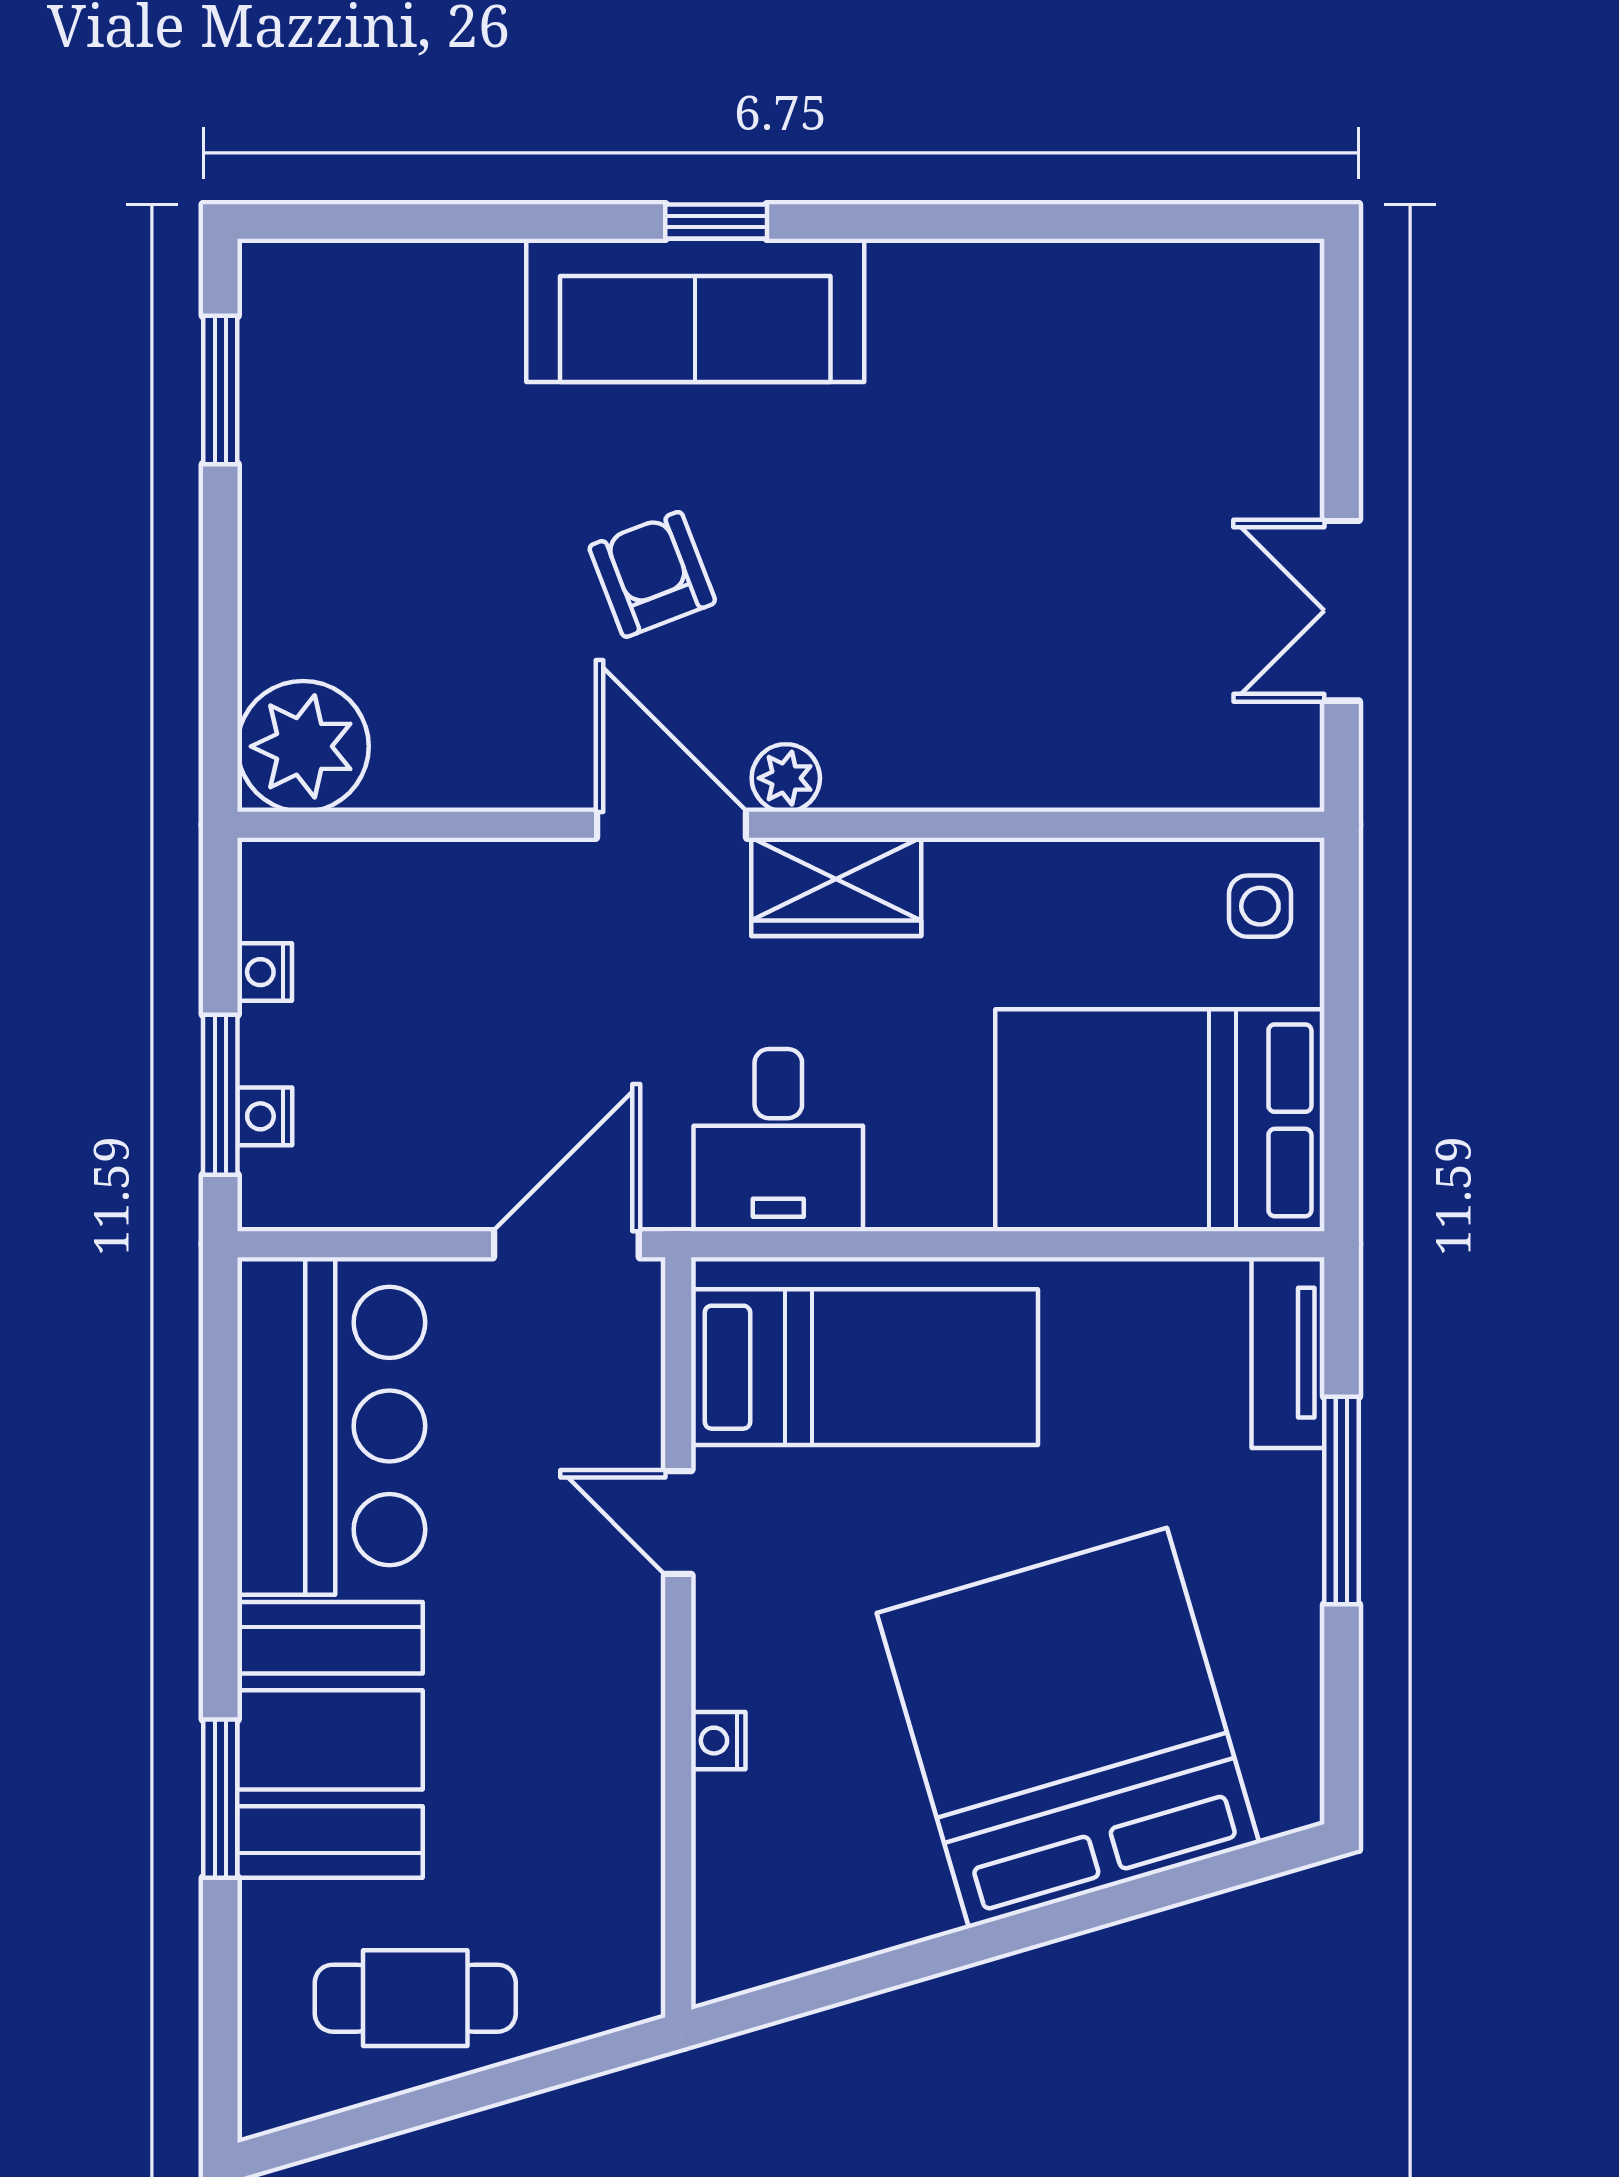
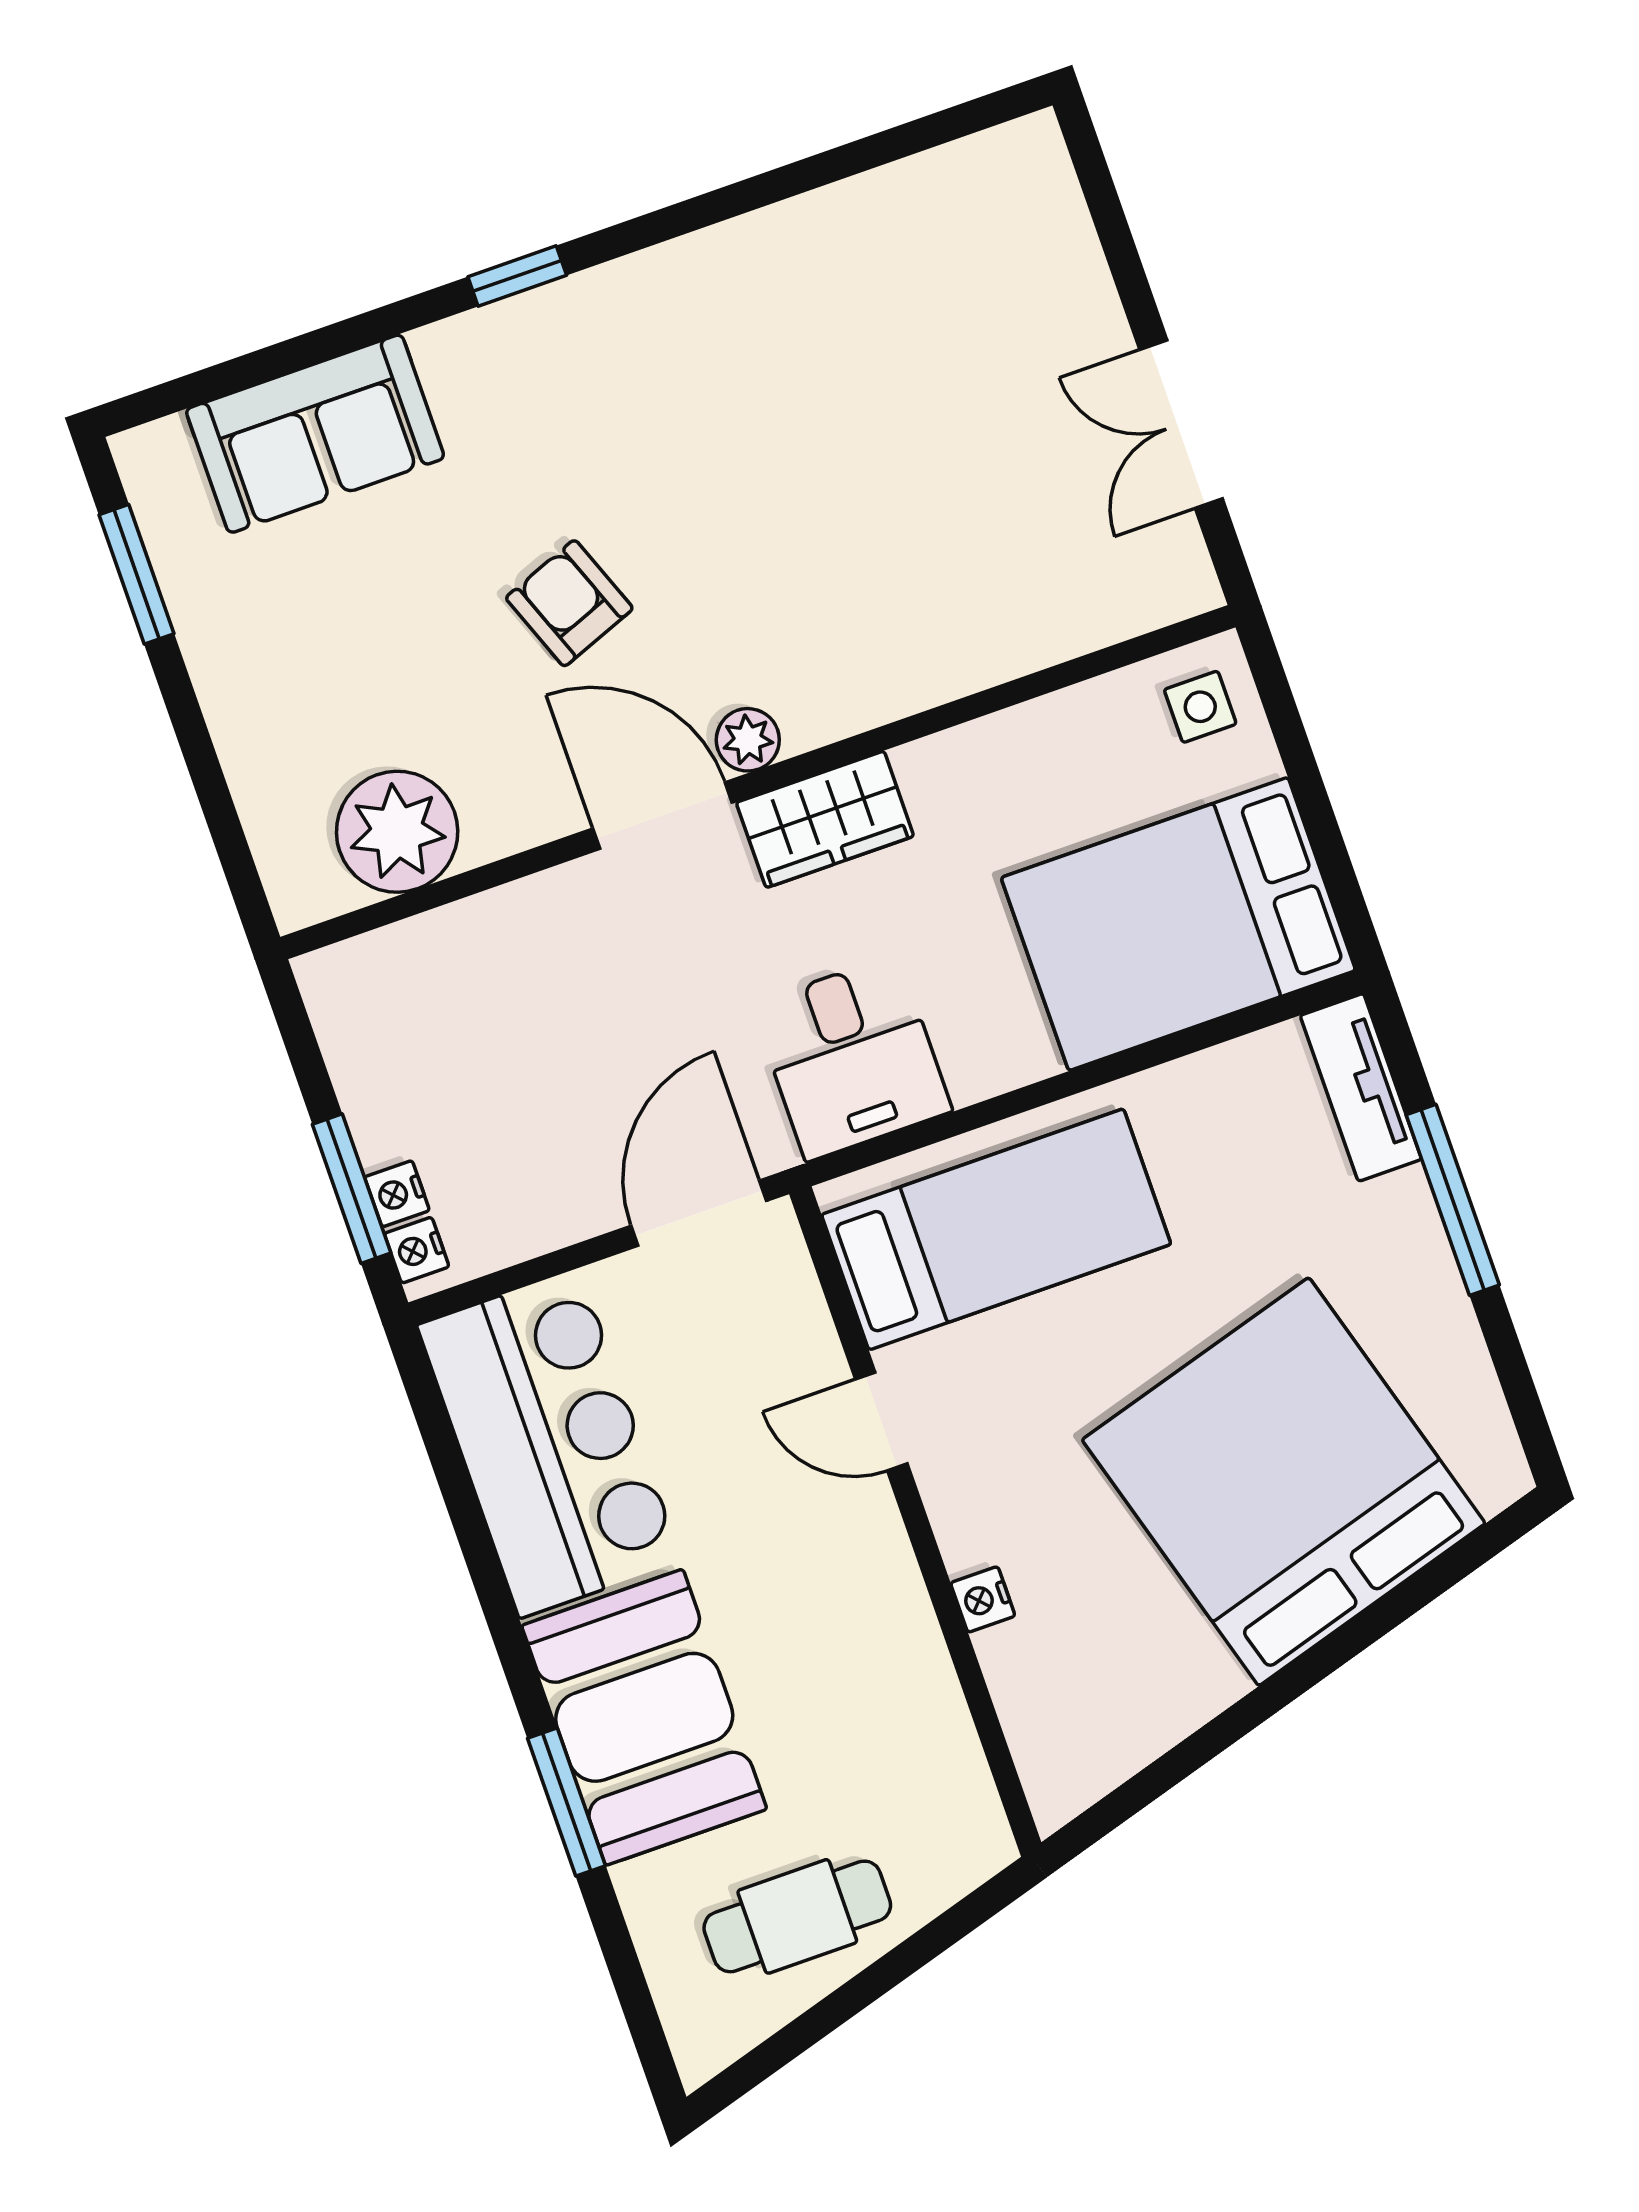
sofa: (695, 310) -> (315, 434), moved, width x0.73
plant: (303, 746) -> (397, 832), moved
nightstand: (265, 972) -> (417, 1250), moved

